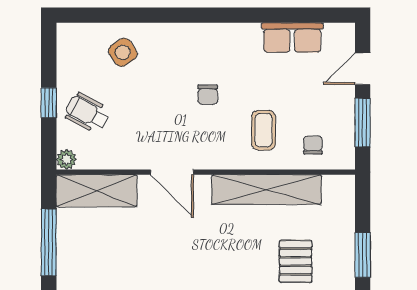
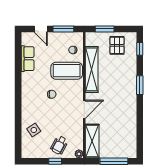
coffee table: (264, 130) -> (67, 71), width x1.86, depth x1.72
window: (363, 255) -> (105, 29), moved
pallet: (296, 261) -> (117, 45), moved, turned 90

